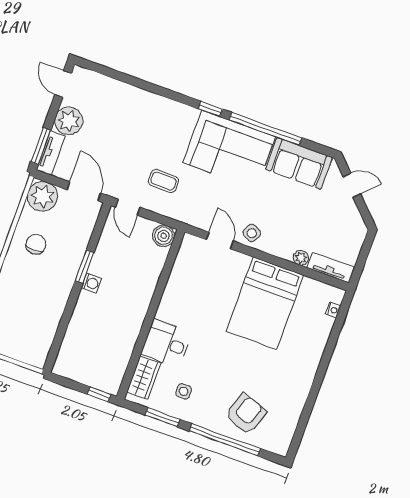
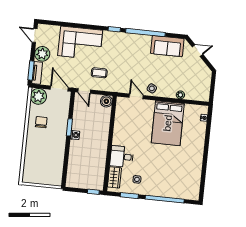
corner sofa: (229, 150) -> (80, 43), moved
tv unit: (330, 268) -> (197, 96), removed
armchair: (246, 414) -> (172, 183), removed

